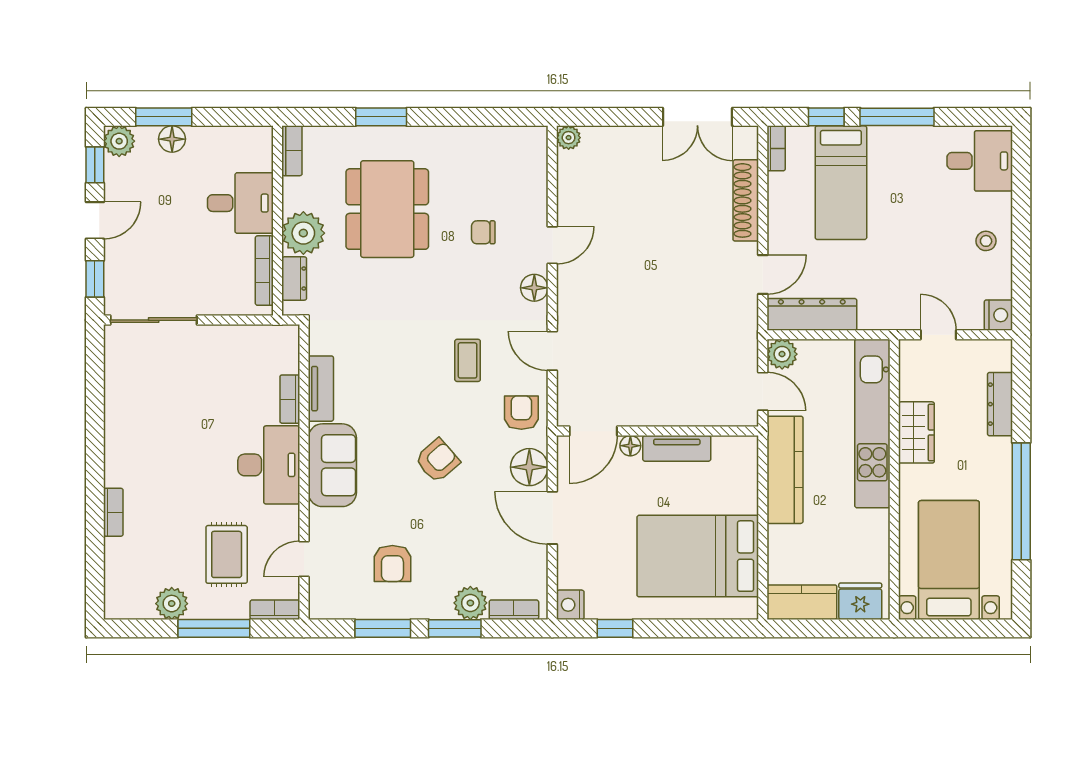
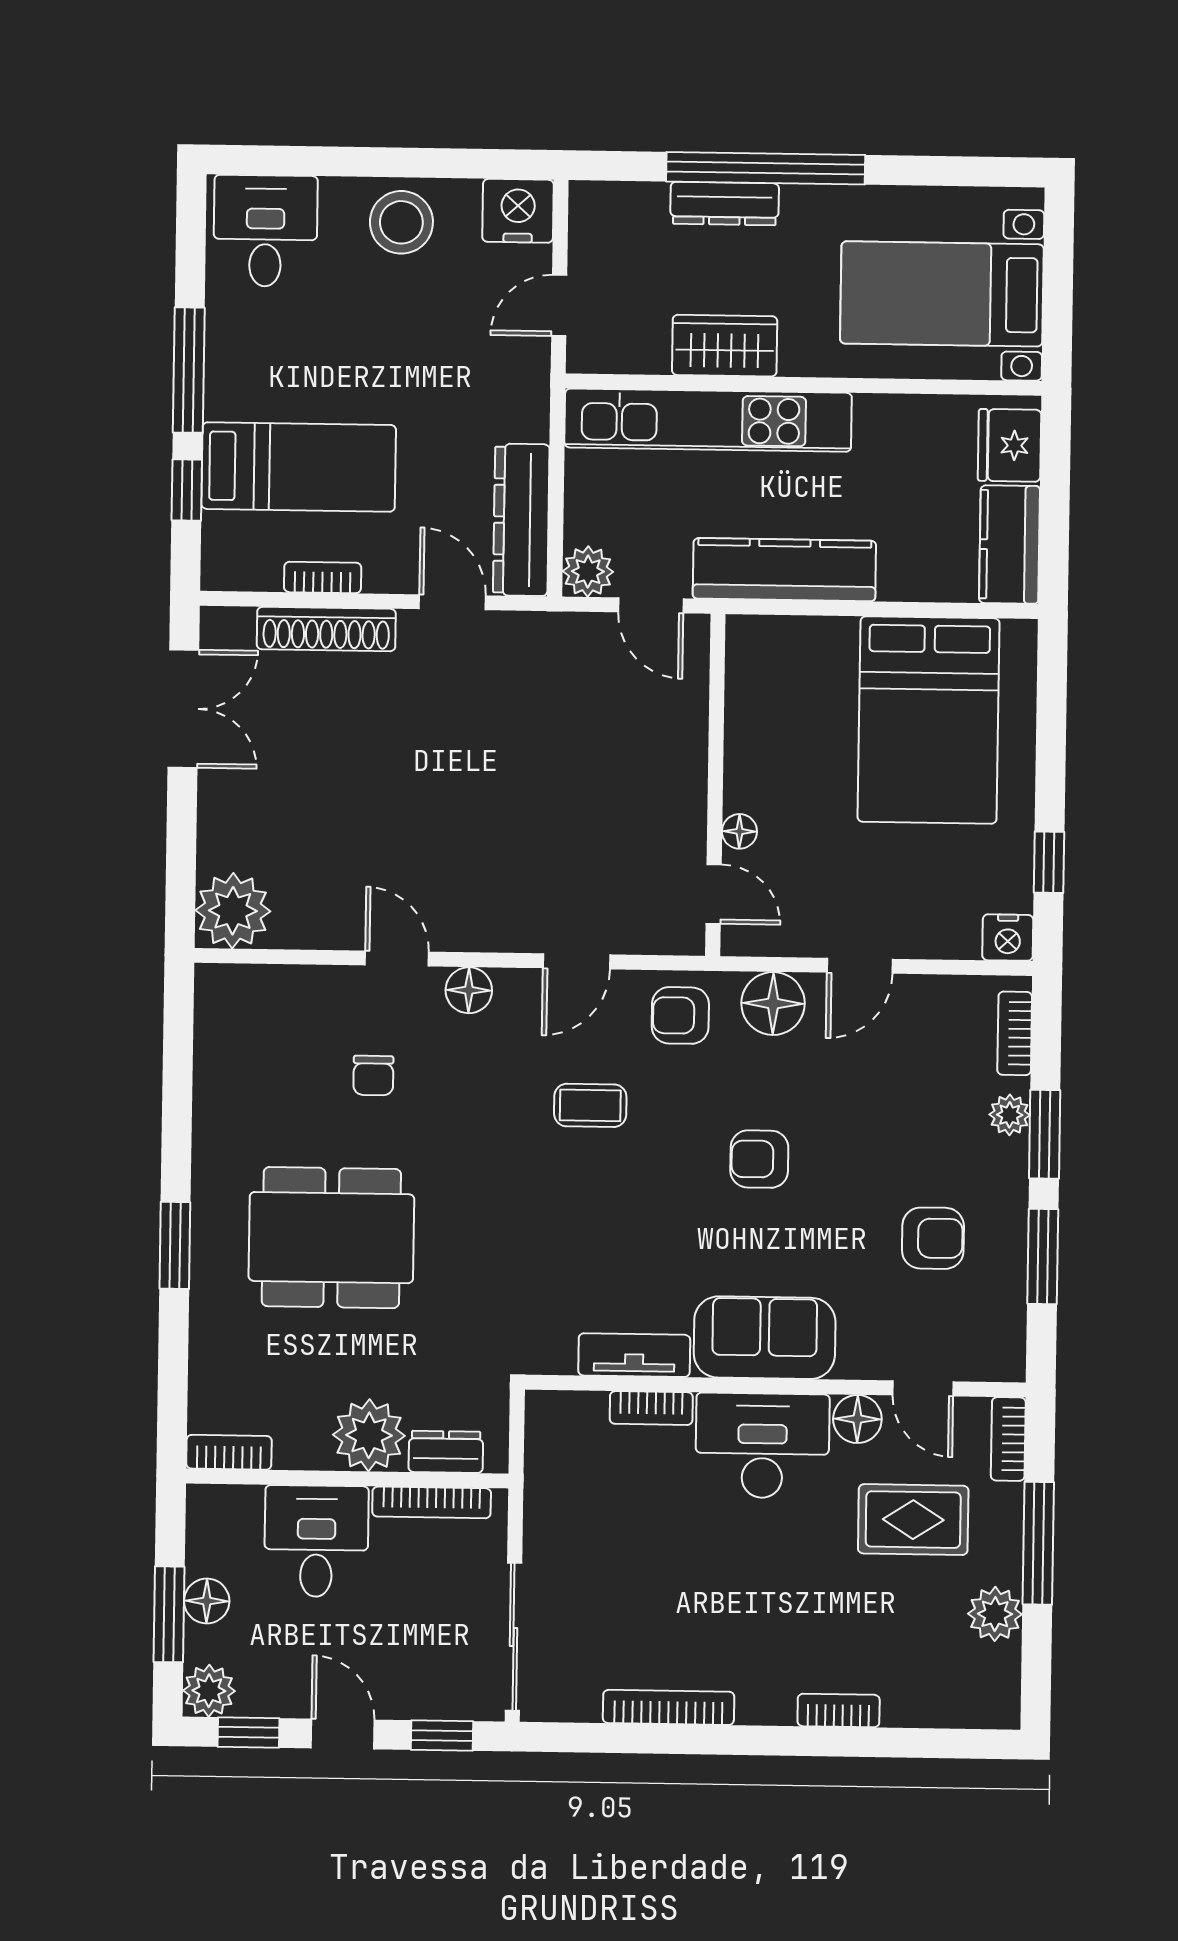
plant: (569, 138) -> (233, 911), width x1.88, depth x1.88
bookcase: (776, 148) -> (323, 577), moved
bookcase: (292, 151) -> (229, 1452), moved
desk: (240, 203) -> (316, 1541), moved
wall: (278, 221) -> (347, 1479), moved
plant: (303, 233) -> (369, 1435), moved
stool: (986, 241) -> (401, 222), width x1.89, depth x1.89
bookcase: (264, 271) -> (432, 1502), moved
dresser: (294, 278) -> (446, 1452), moved
nightstand: (998, 315) -> (518, 211), width x1.36, depth x1.33
door: (763, 391) -> (651, 605), swing flipped
dresser: (1000, 404) -> (725, 204), moved
bookcase: (114, 412) -> (669, 1707), added
door: (593, 431) -> (714, 894), width x0.73
tv unit: (677, 448) -> (745, 753), removed
armchair: (437, 460) -> (759, 1159), turned -49
window: (1021, 501) -> (766, 168), moved
door: (552, 518) -> (860, 966), width x0.73
floor lamp: (285, 521) -> (857, 1419), added
plant: (470, 603) -> (1010, 1115), width x0.73, depth x0.73

